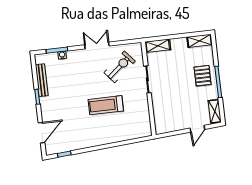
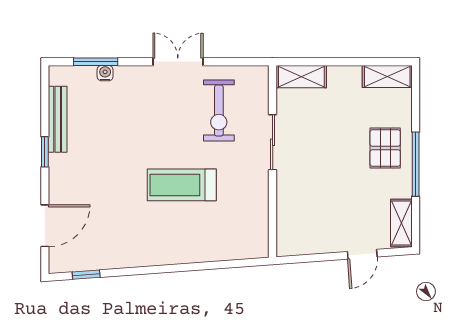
exercise bike: (120, 67) -> (219, 111), turned 130

